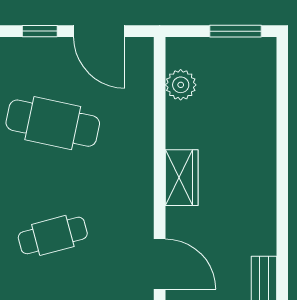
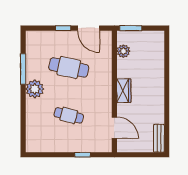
window: (236, 31) -> (131, 28), moved
cafe table: (53, 235) -> (69, 115), turned 30

